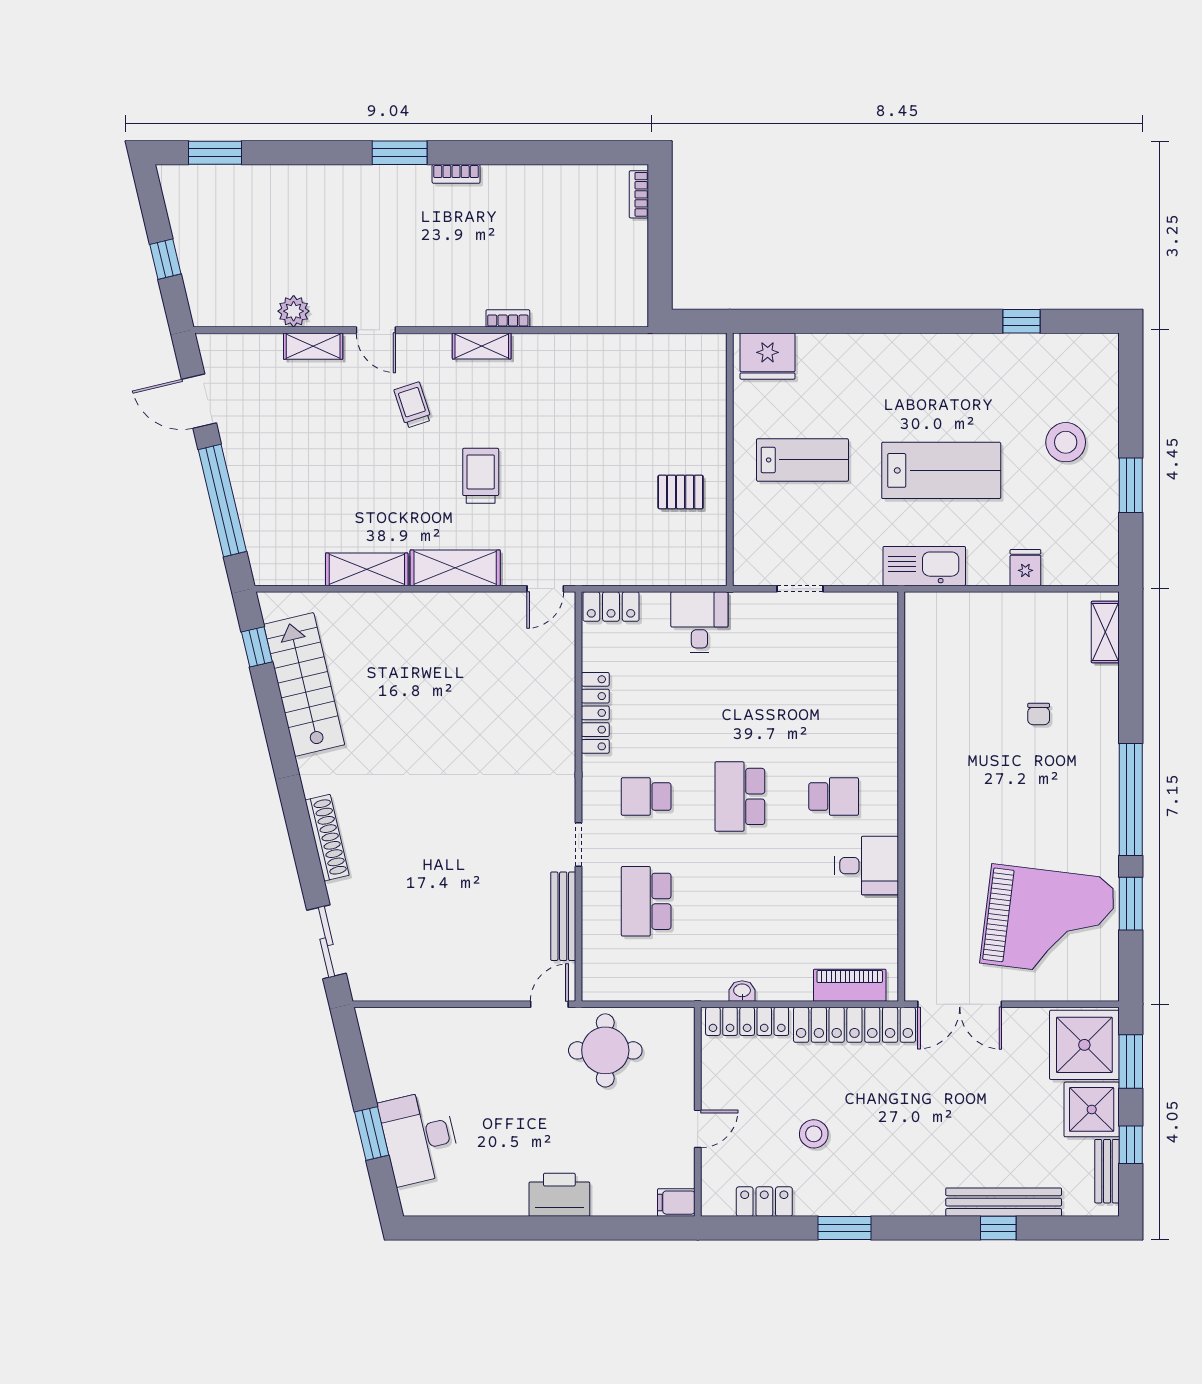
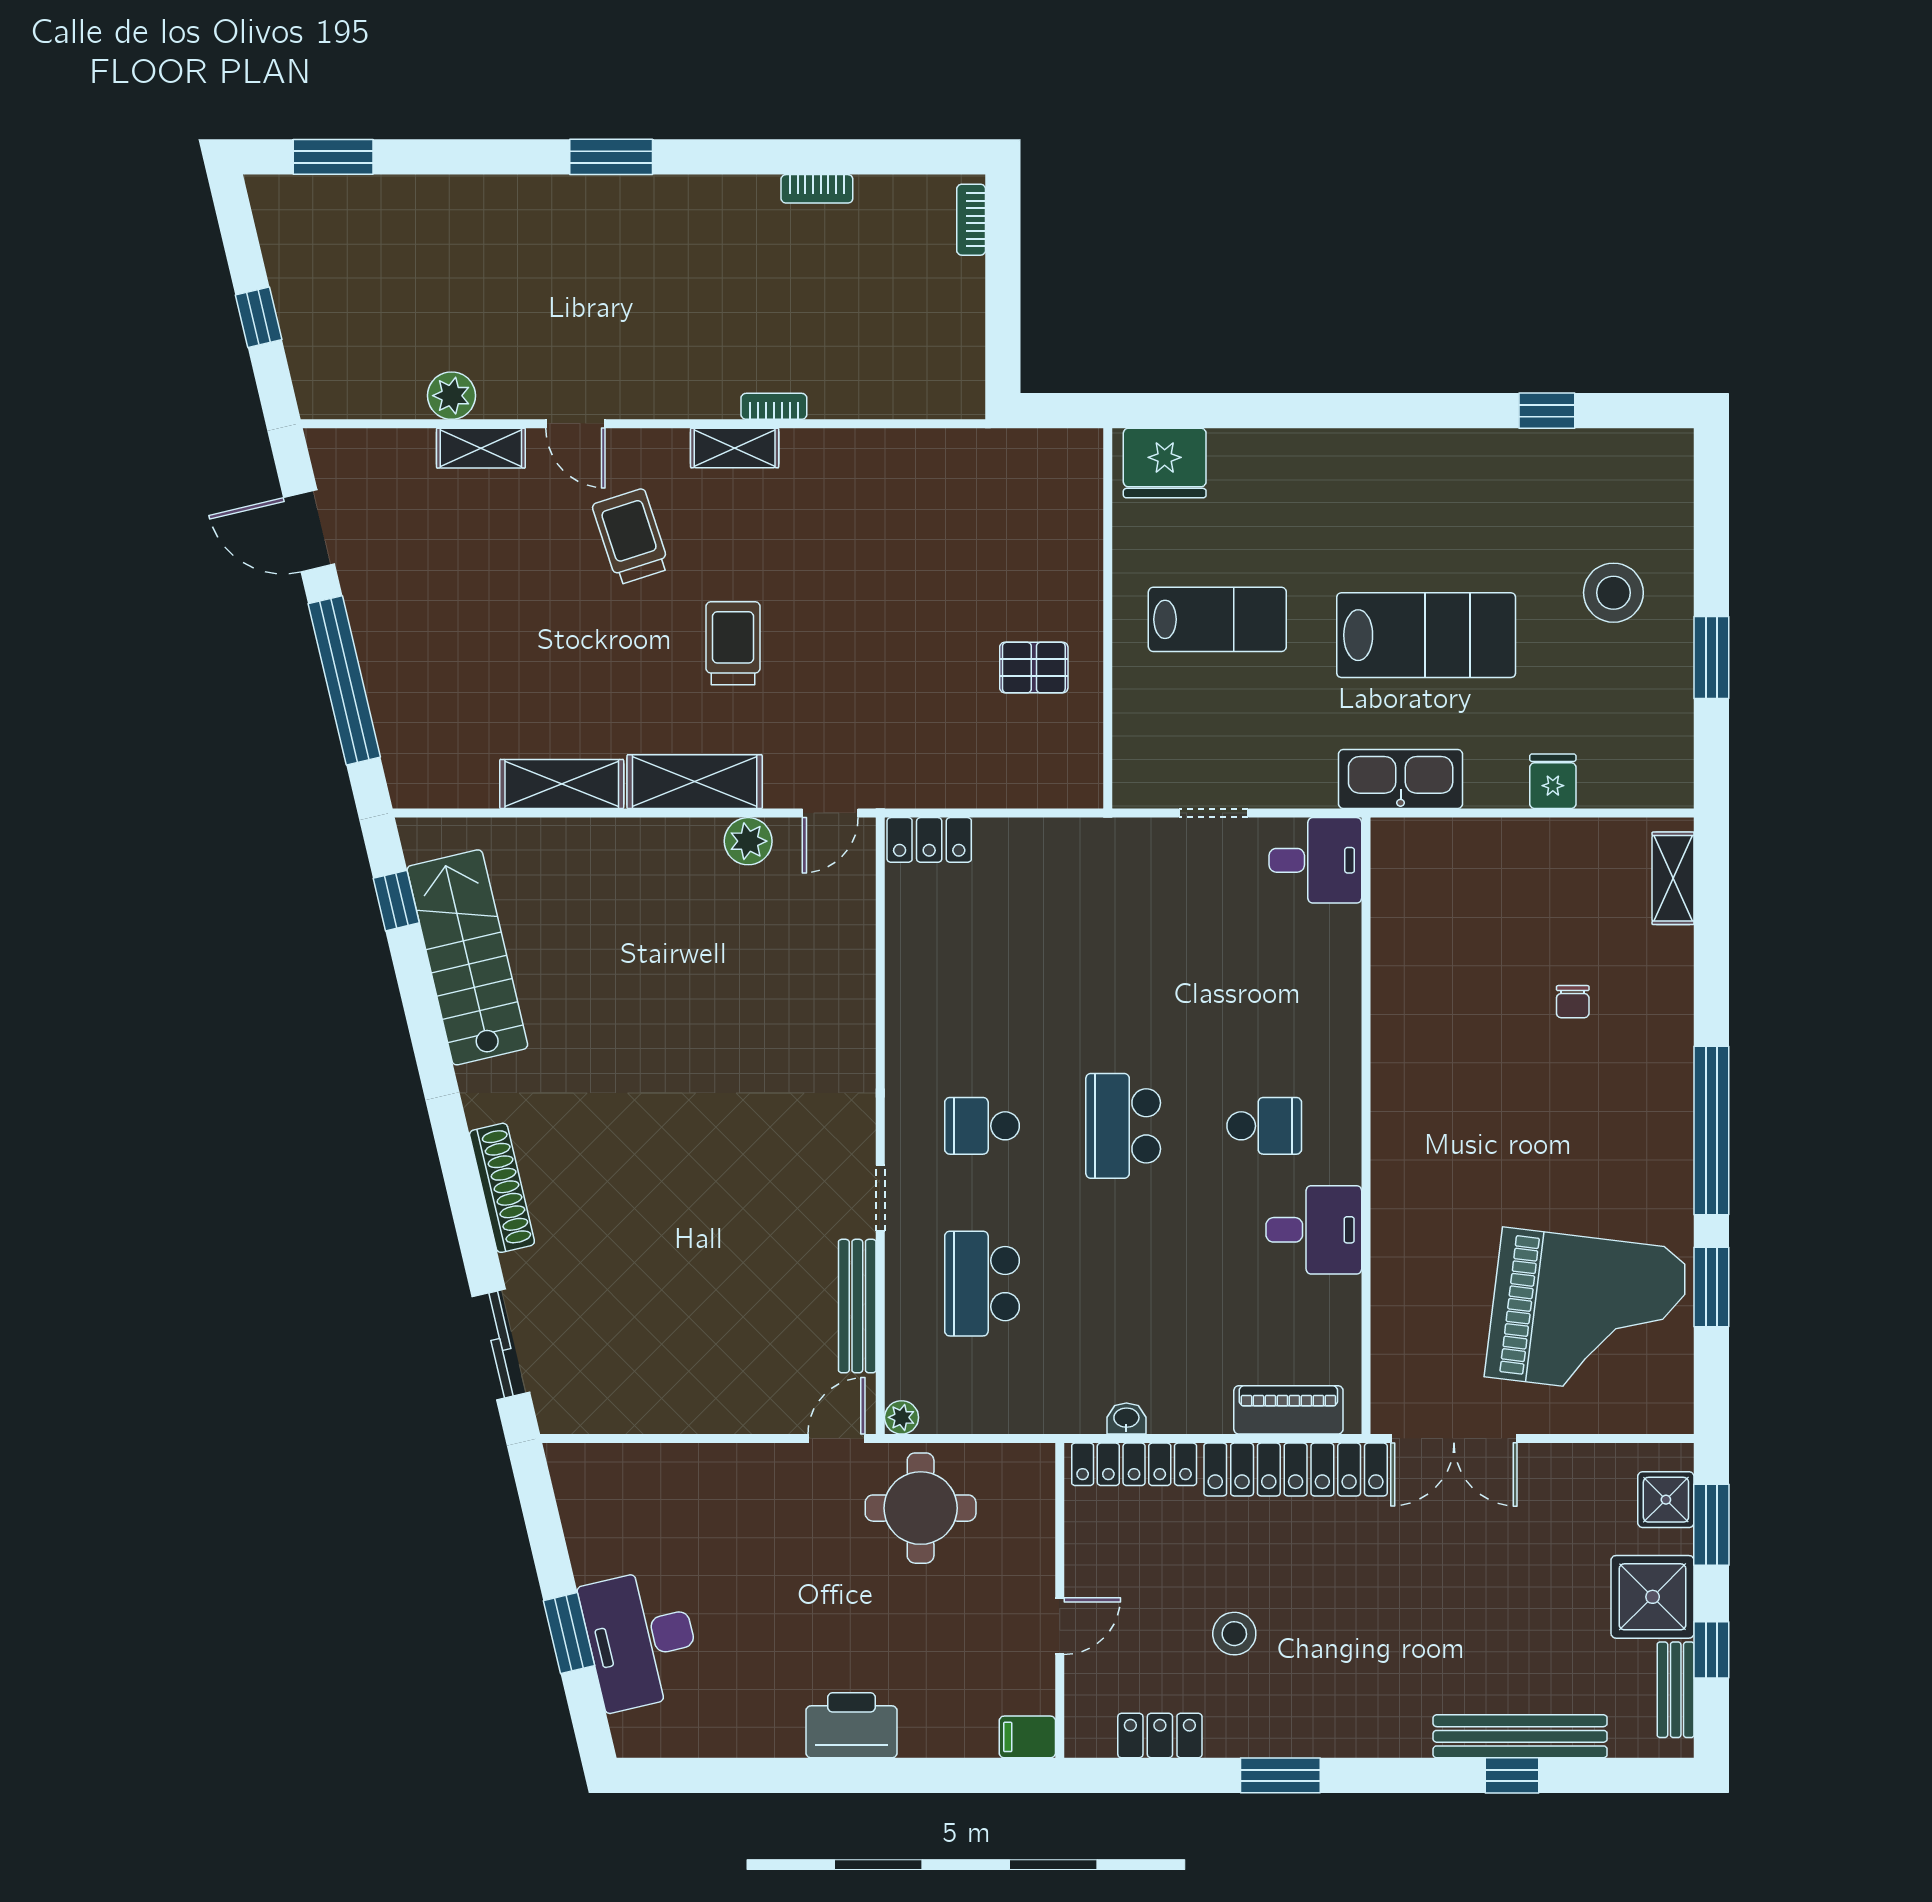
bookcase: (456, 174) -> (817, 189), moved
trolley: (413, 405) -> (631, 537), width x1.36, depth x1.39
plant: (491, 607) -> (748, 841), added
desk: (699, 622) -> (1315, 860), moved, turned 90
locker: (595, 713) -> (906, 1000), removed
plant: (593, 990) -> (902, 1417), added
shower: (1084, 1045) -> (1666, 1500), width x0.54, depth x0.54

